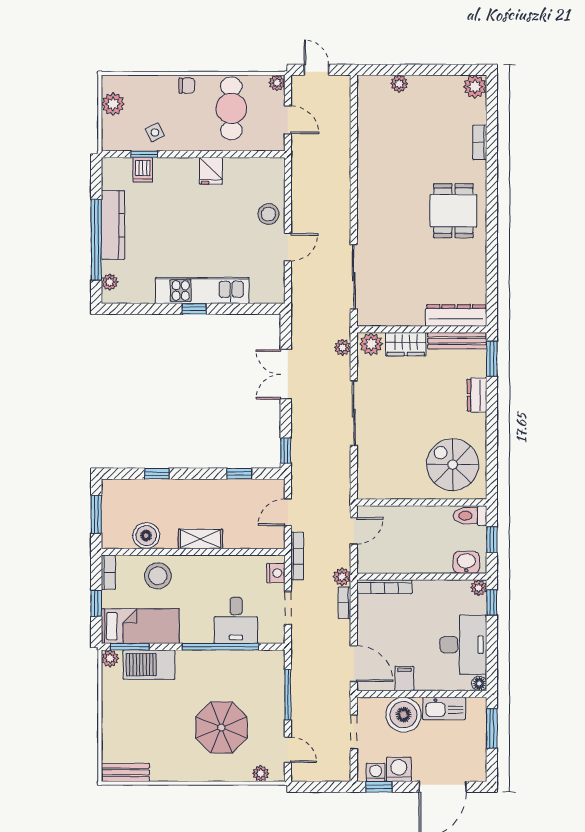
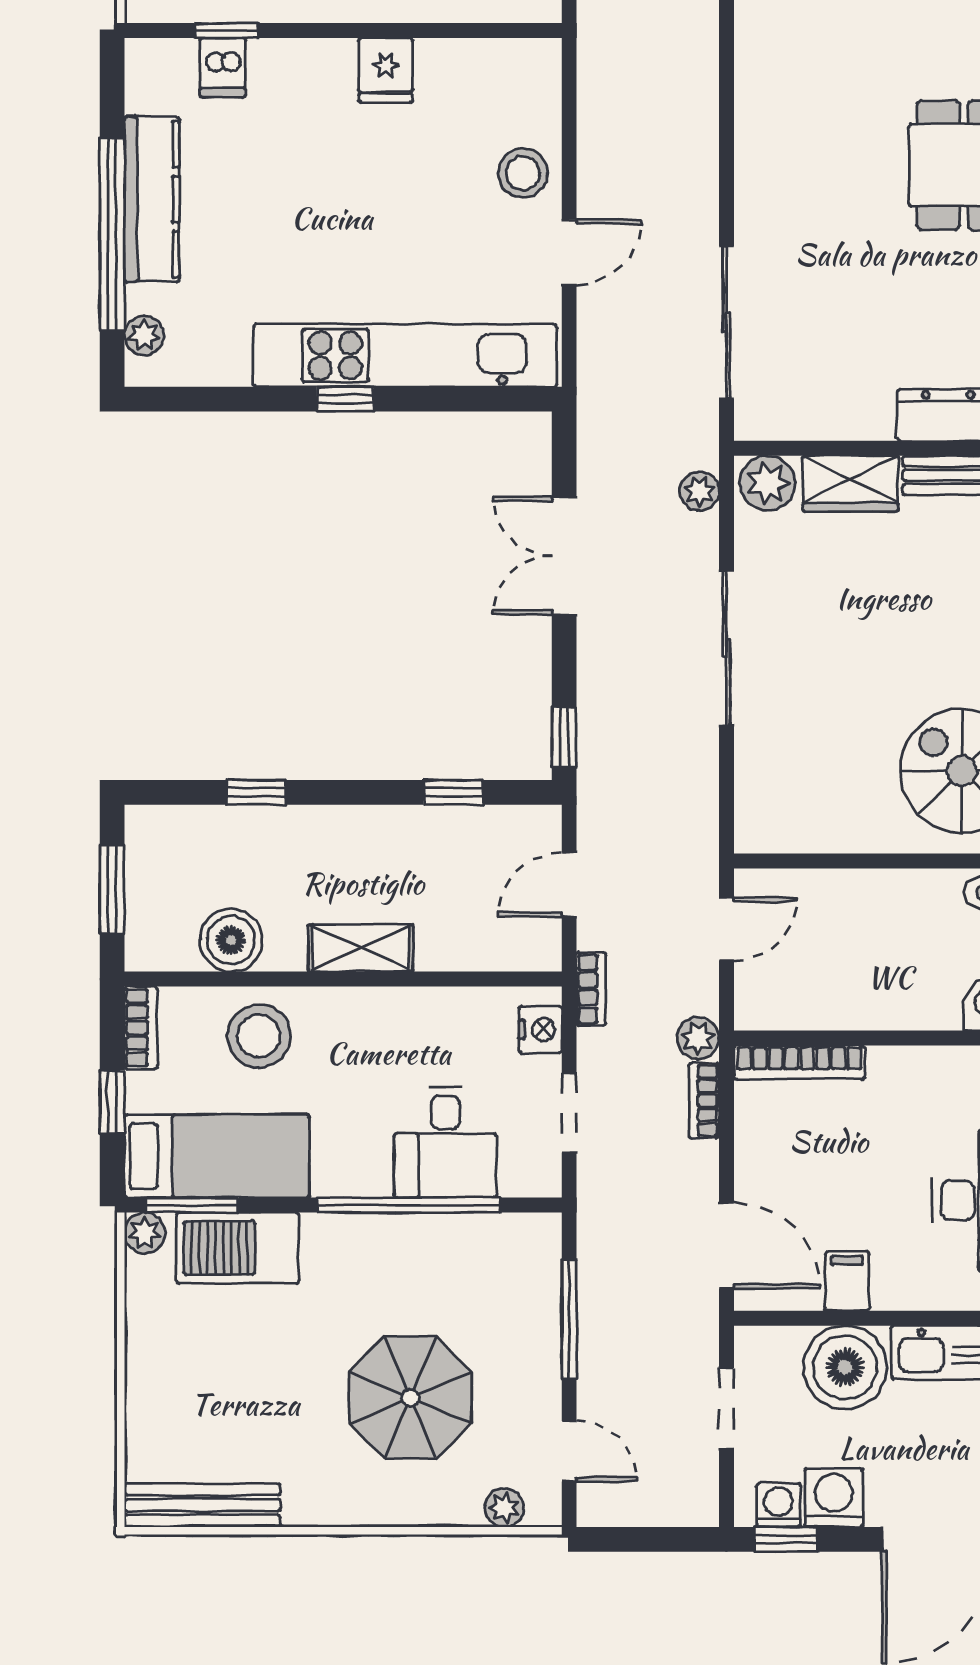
kitchen unit: (202, 290) -> (405, 356), width x1.36
bookcase: (297, 556) -> (591, 989), width x0.64
bench: (125, 772) -> (202, 1505), width x1.36

